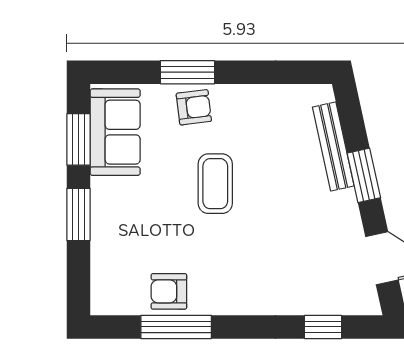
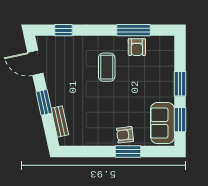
bench: (333, 146) -> (60, 121), width x0.73
coffee table: (215, 184) -> (107, 67), moved
armchair: (169, 291) -> (137, 47), turned 90

